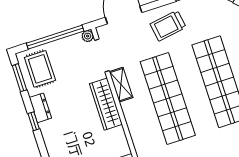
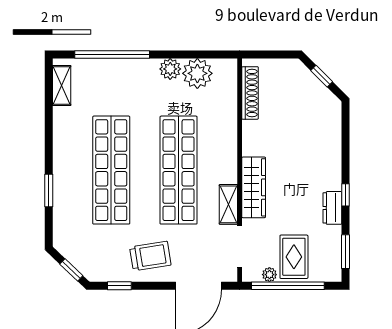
plant: (88, 36) -> (269, 275), moved
rug: (40, 69) -> (294, 257), moved

